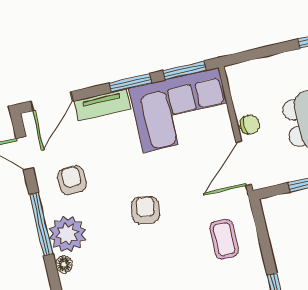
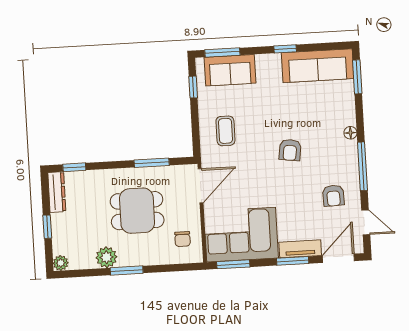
window: (130, 83) -> (293, 261), moved
chair: (250, 125) -> (182, 239), moved, turned -90
armchair: (146, 210) -> (290, 150), moved
plant: (67, 234) -> (344, 155), removed

